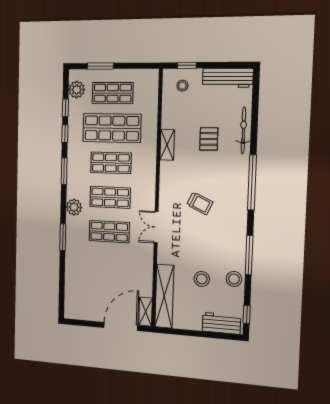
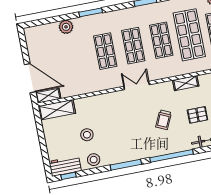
trolley: (200, 203) -> (164, 120), moved
plant: (74, 207) -> (66, 27), moved
double door: (156, 227) -> (137, 86), moved
window: (249, 255) -> (126, 165), moved
shelving: (164, 296) -> (57, 110), width x0.68
workbench: (221, 323) -> (65, 166), moved, turned -90

